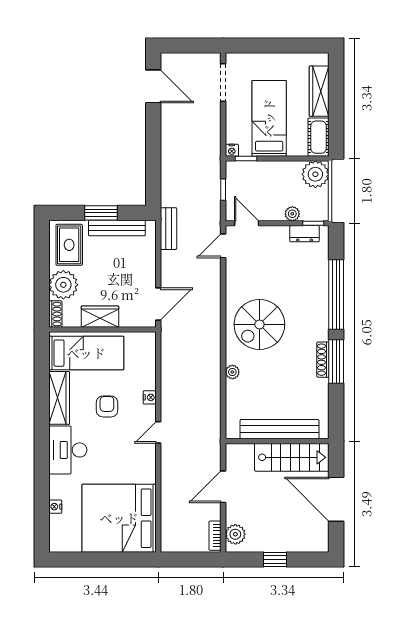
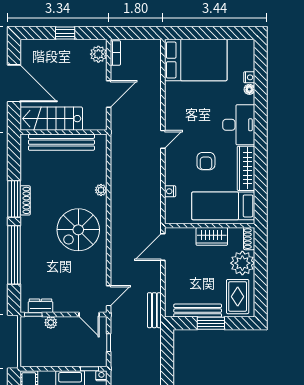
plant: (315, 174) -> (31, 356), removed
spiral stairs: (259, 324) -> (78, 230), turned 180
nightstand: (150, 397) -> (170, 191), moved
floor lamp: (55, 492) -> (249, 89), added
bed: (119, 518) -> (196, 60), width x0.73

